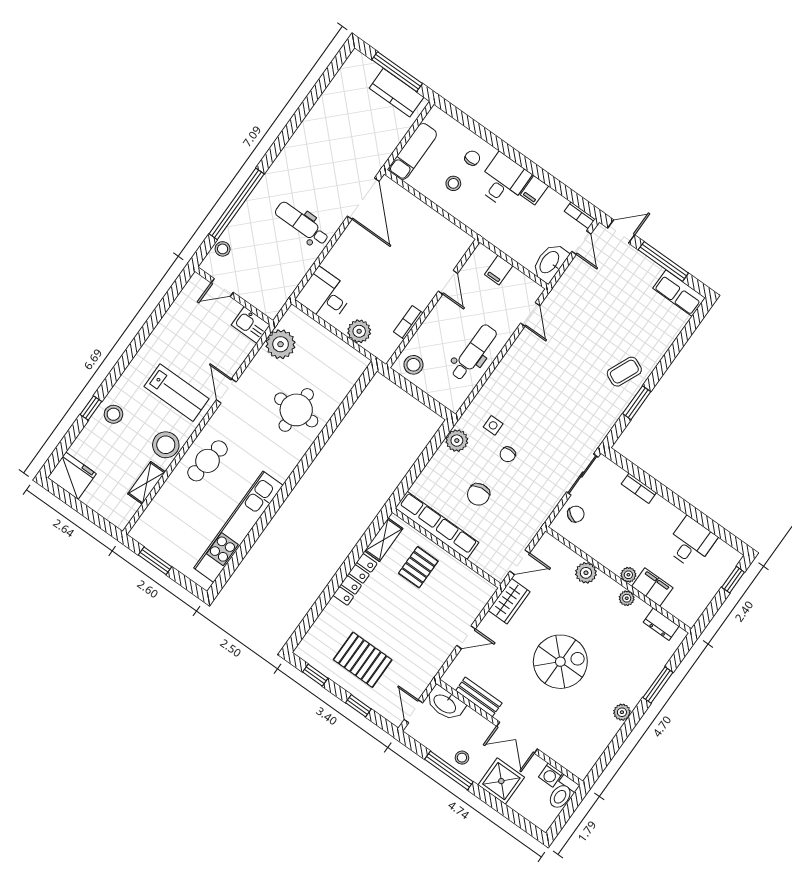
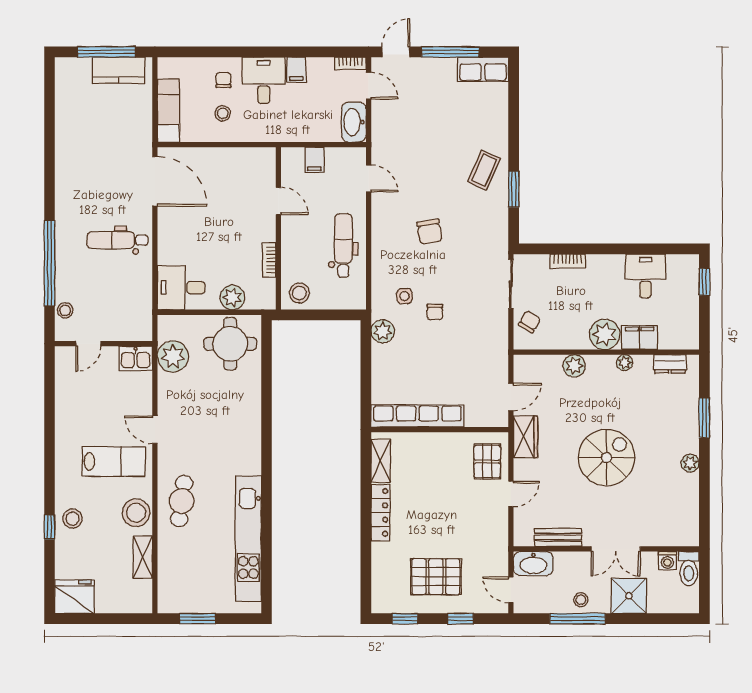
round table: (296, 410) -> (230, 344), moved
chair: (478, 494) -> (429, 232), moved
pallet: (418, 567) -> (487, 462), moved
plant: (628, 575) -> (605, 334), width x1.88, depth x1.88

